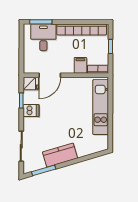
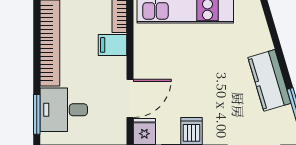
door: (50, 75) -> (130, 98), hinge flipped

